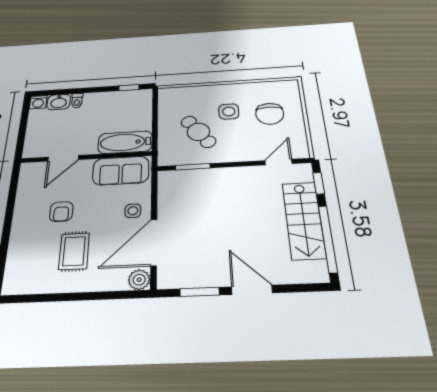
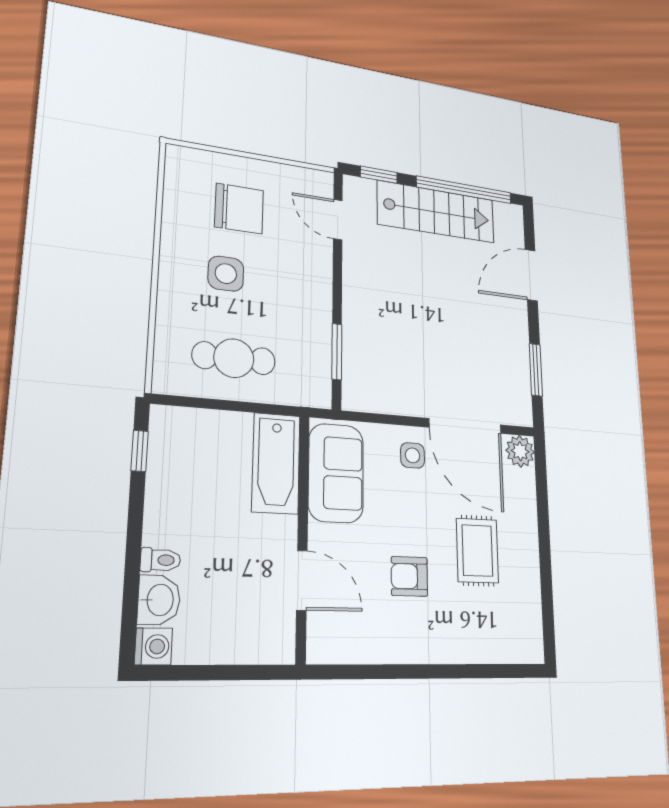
cafe table: (198, 132) -> (234, 358), moved, turned 35
armchair: (61, 212) -> (409, 576), turned 180
rug: (74, 251) -> (477, 550), turned 90
door: (252, 290) -> (531, 275), moved

